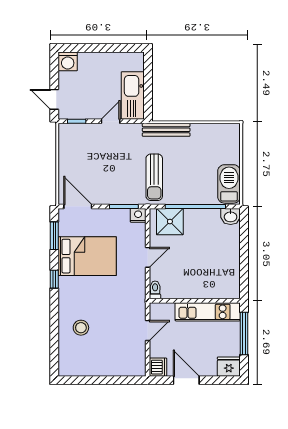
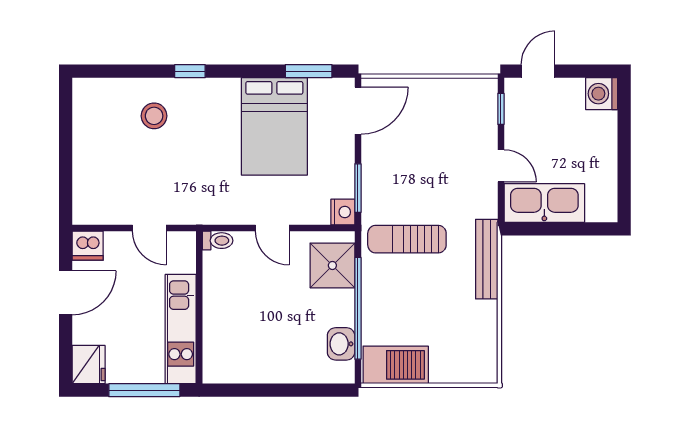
washbasin: (231, 216) -> (341, 344), moved
window: (54, 279) -> (190, 71), moved

